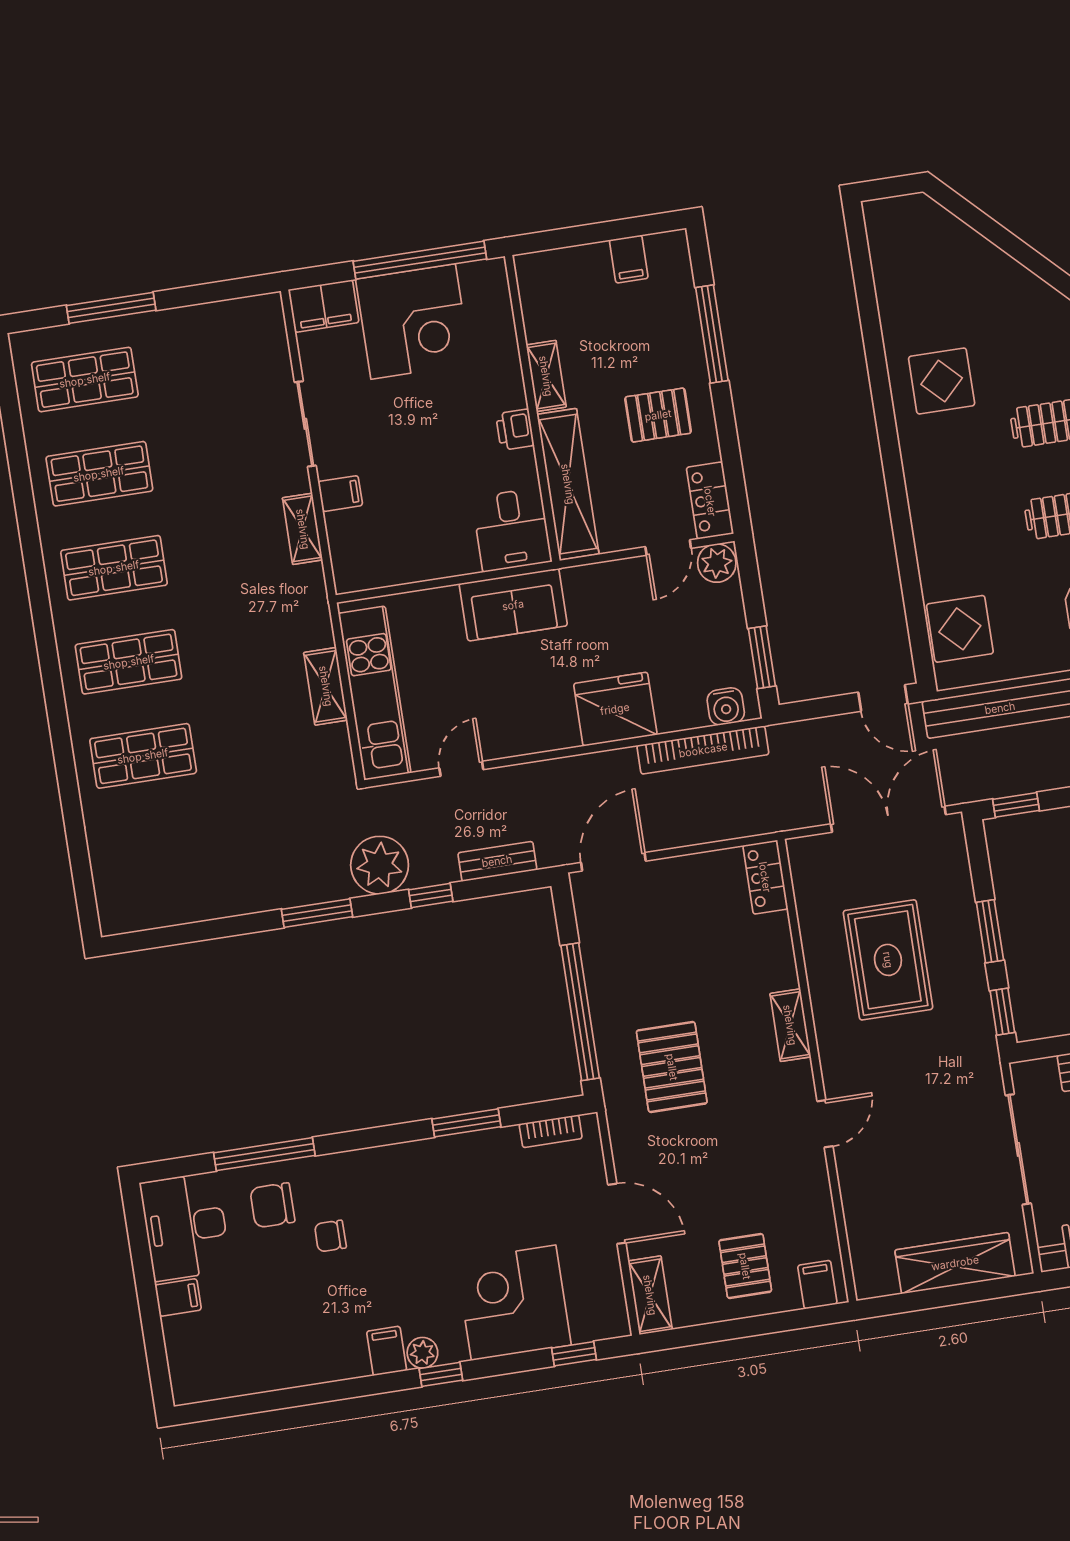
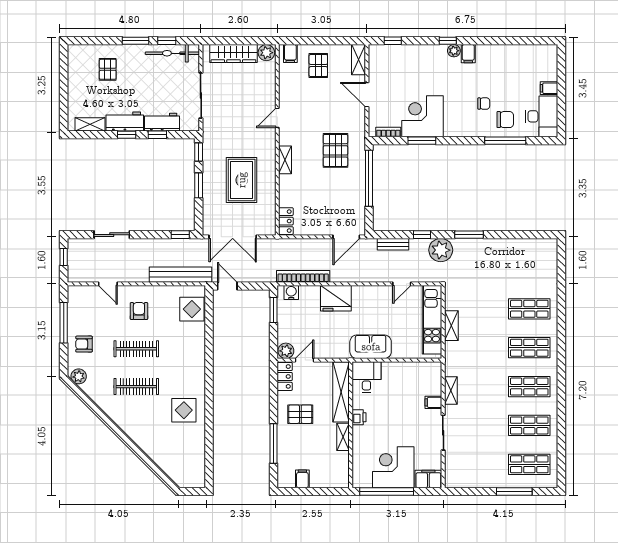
plant: (876, 1278) -> (266, 53), added
corner desk: (514, 1303) -> (423, 116), moved, turned 180

